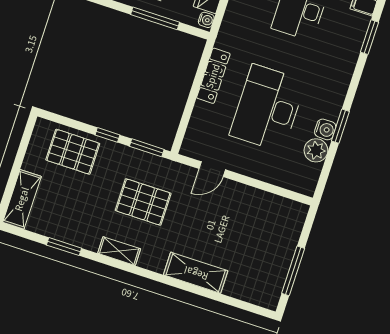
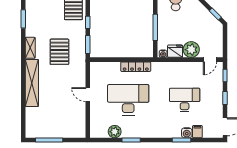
water cooler: (325, 129) -> (187, 133), moved
door: (212, 169) -> (88, 95), moved
shelving: (196, 273) -> (32, 83), width x1.47

